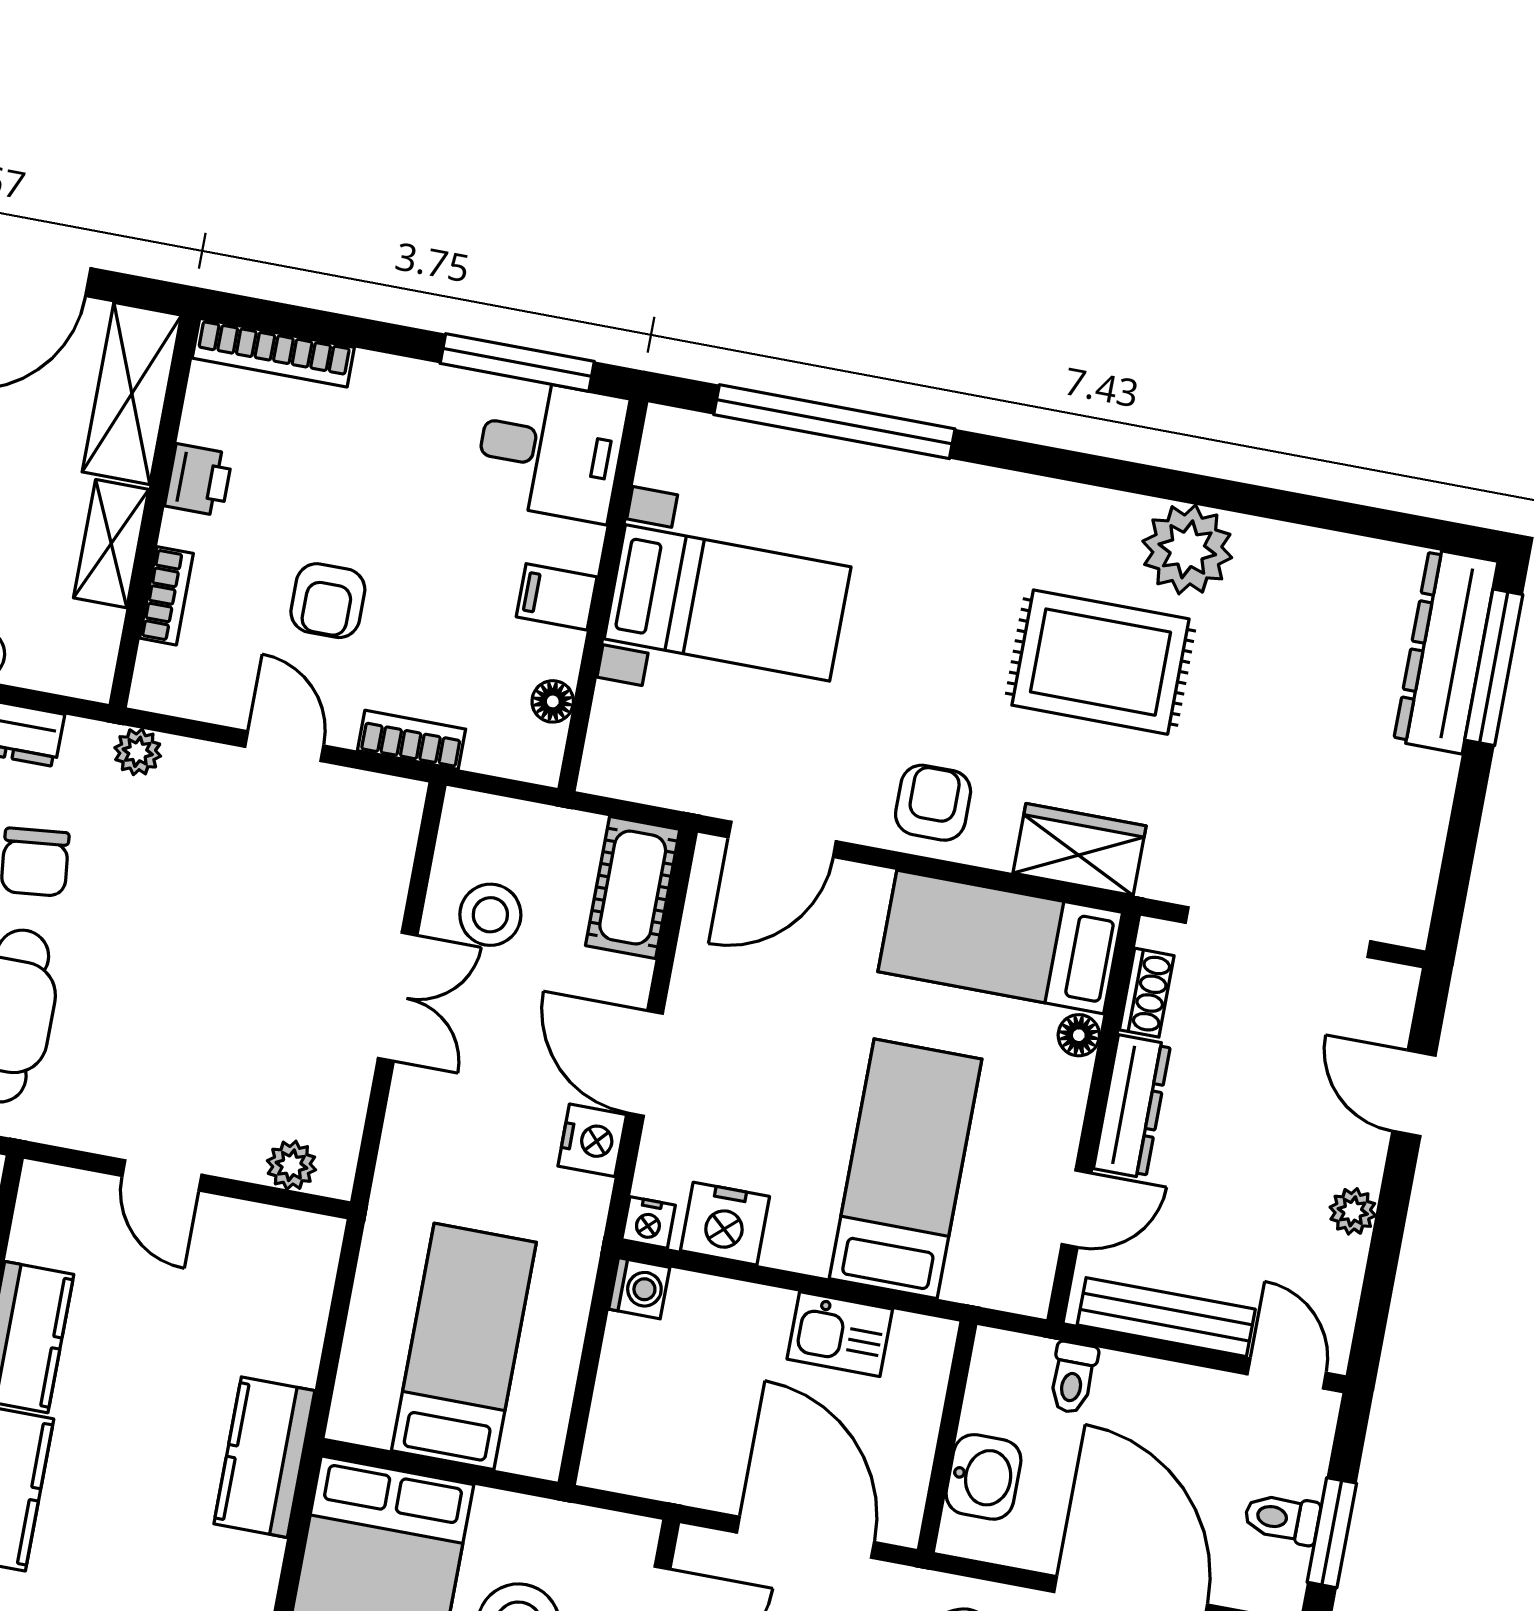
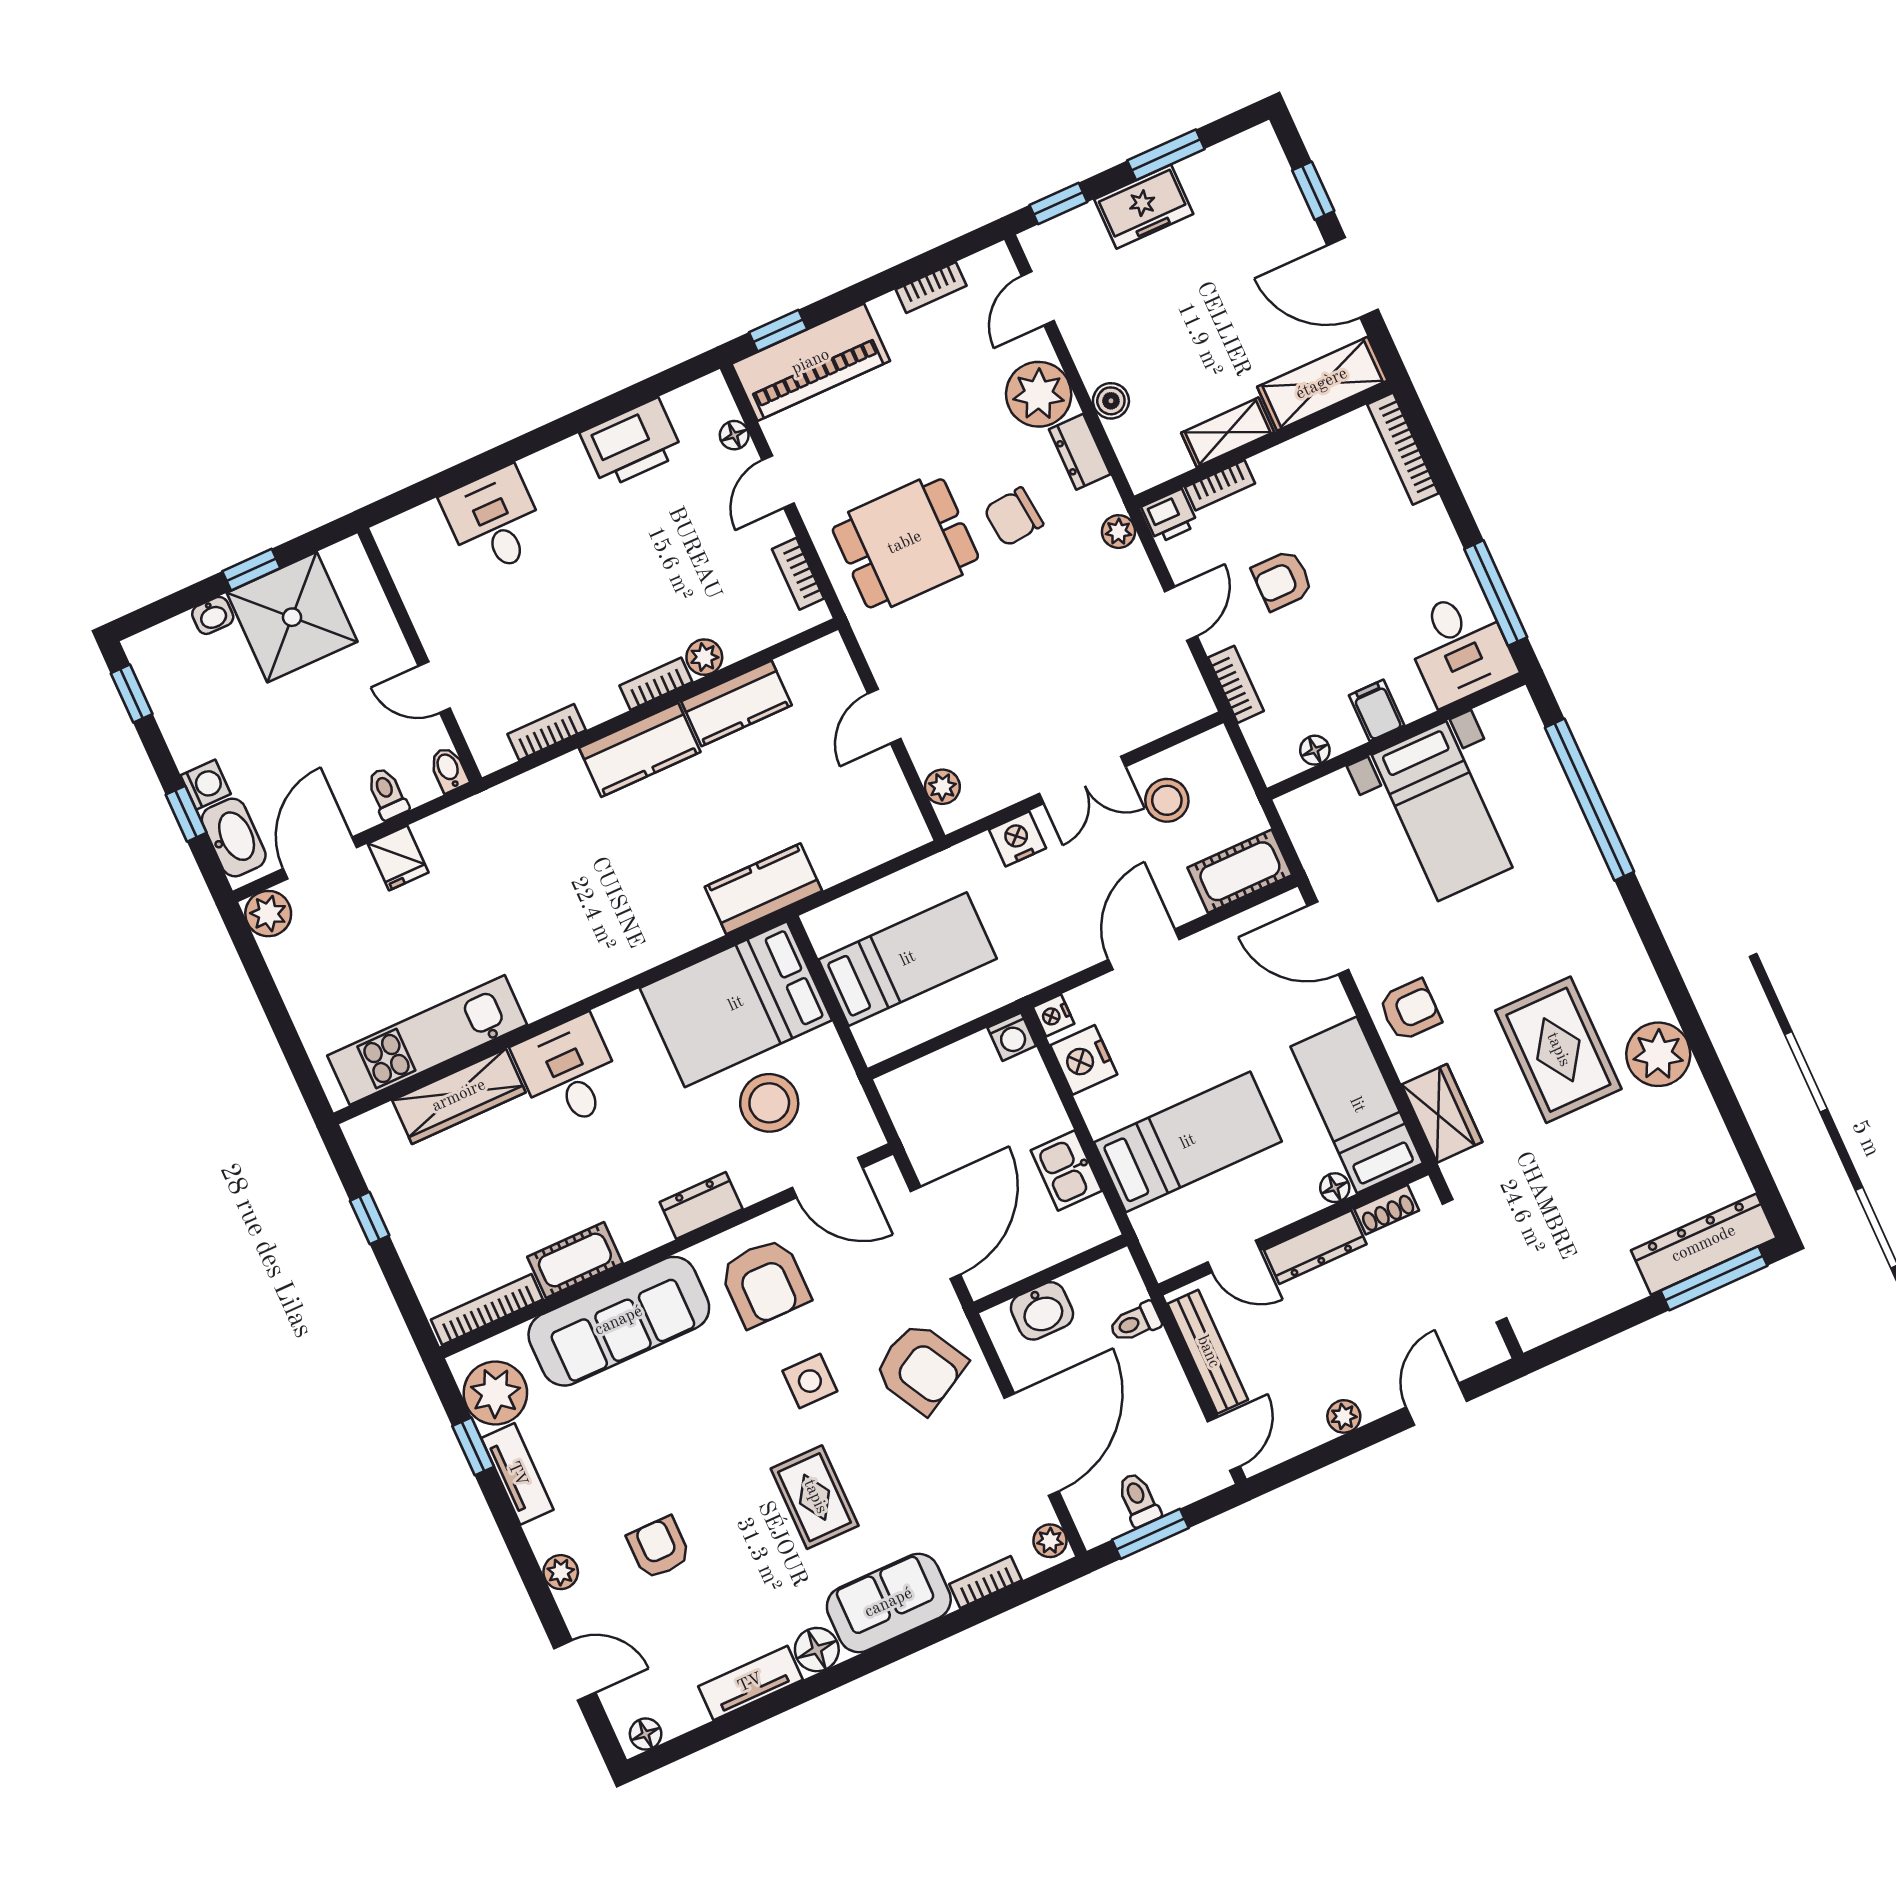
printer: (199, 480) -> (1170, 516), moved
nightstand: (592, 1140) -> (1017, 839), moved, turned 180

